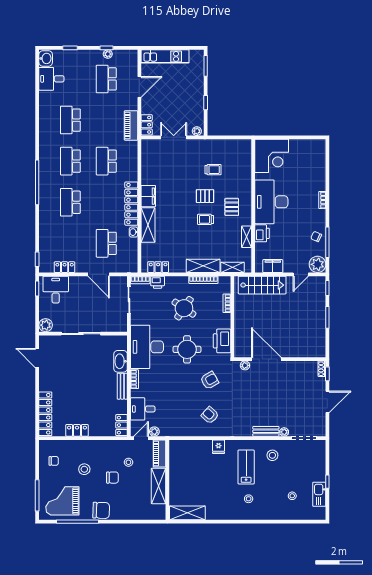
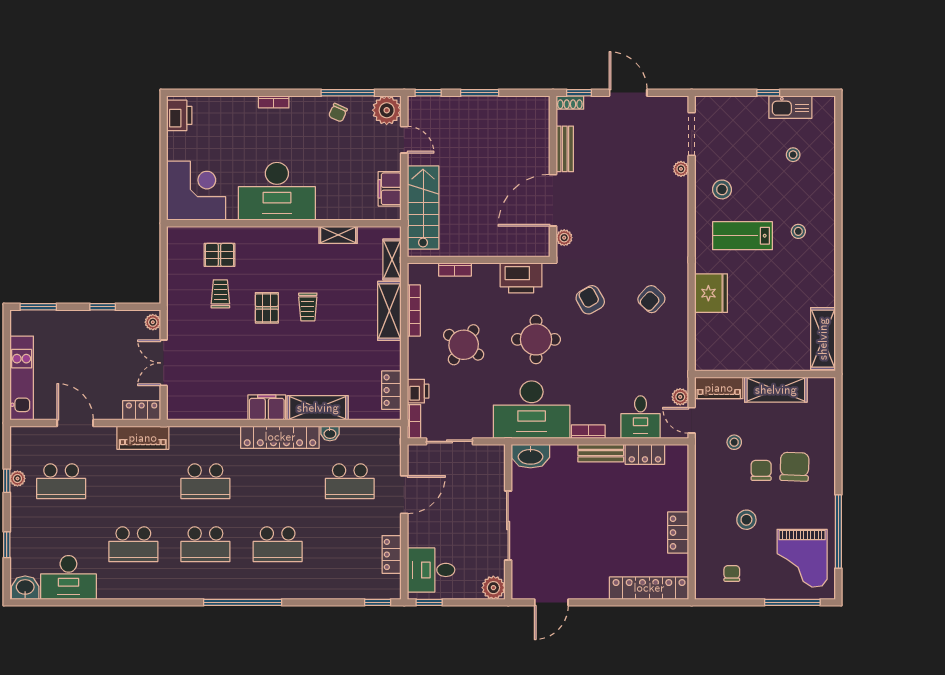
desk: (51, 79) -> (68, 577), width x1.37
pallet: (232, 207) -> (219, 255), moved
printer: (262, 233) -> (179, 115), moved, turned 90
washbasin: (121, 361) -> (530, 456), moved
locker: (122, 425) -> (645, 454), moved
bench: (266, 431) -> (565, 149), moved
fridge: (219, 447) -> (711, 293), width x1.88, depth x1.34
chair: (101, 510) -> (795, 467), moved

